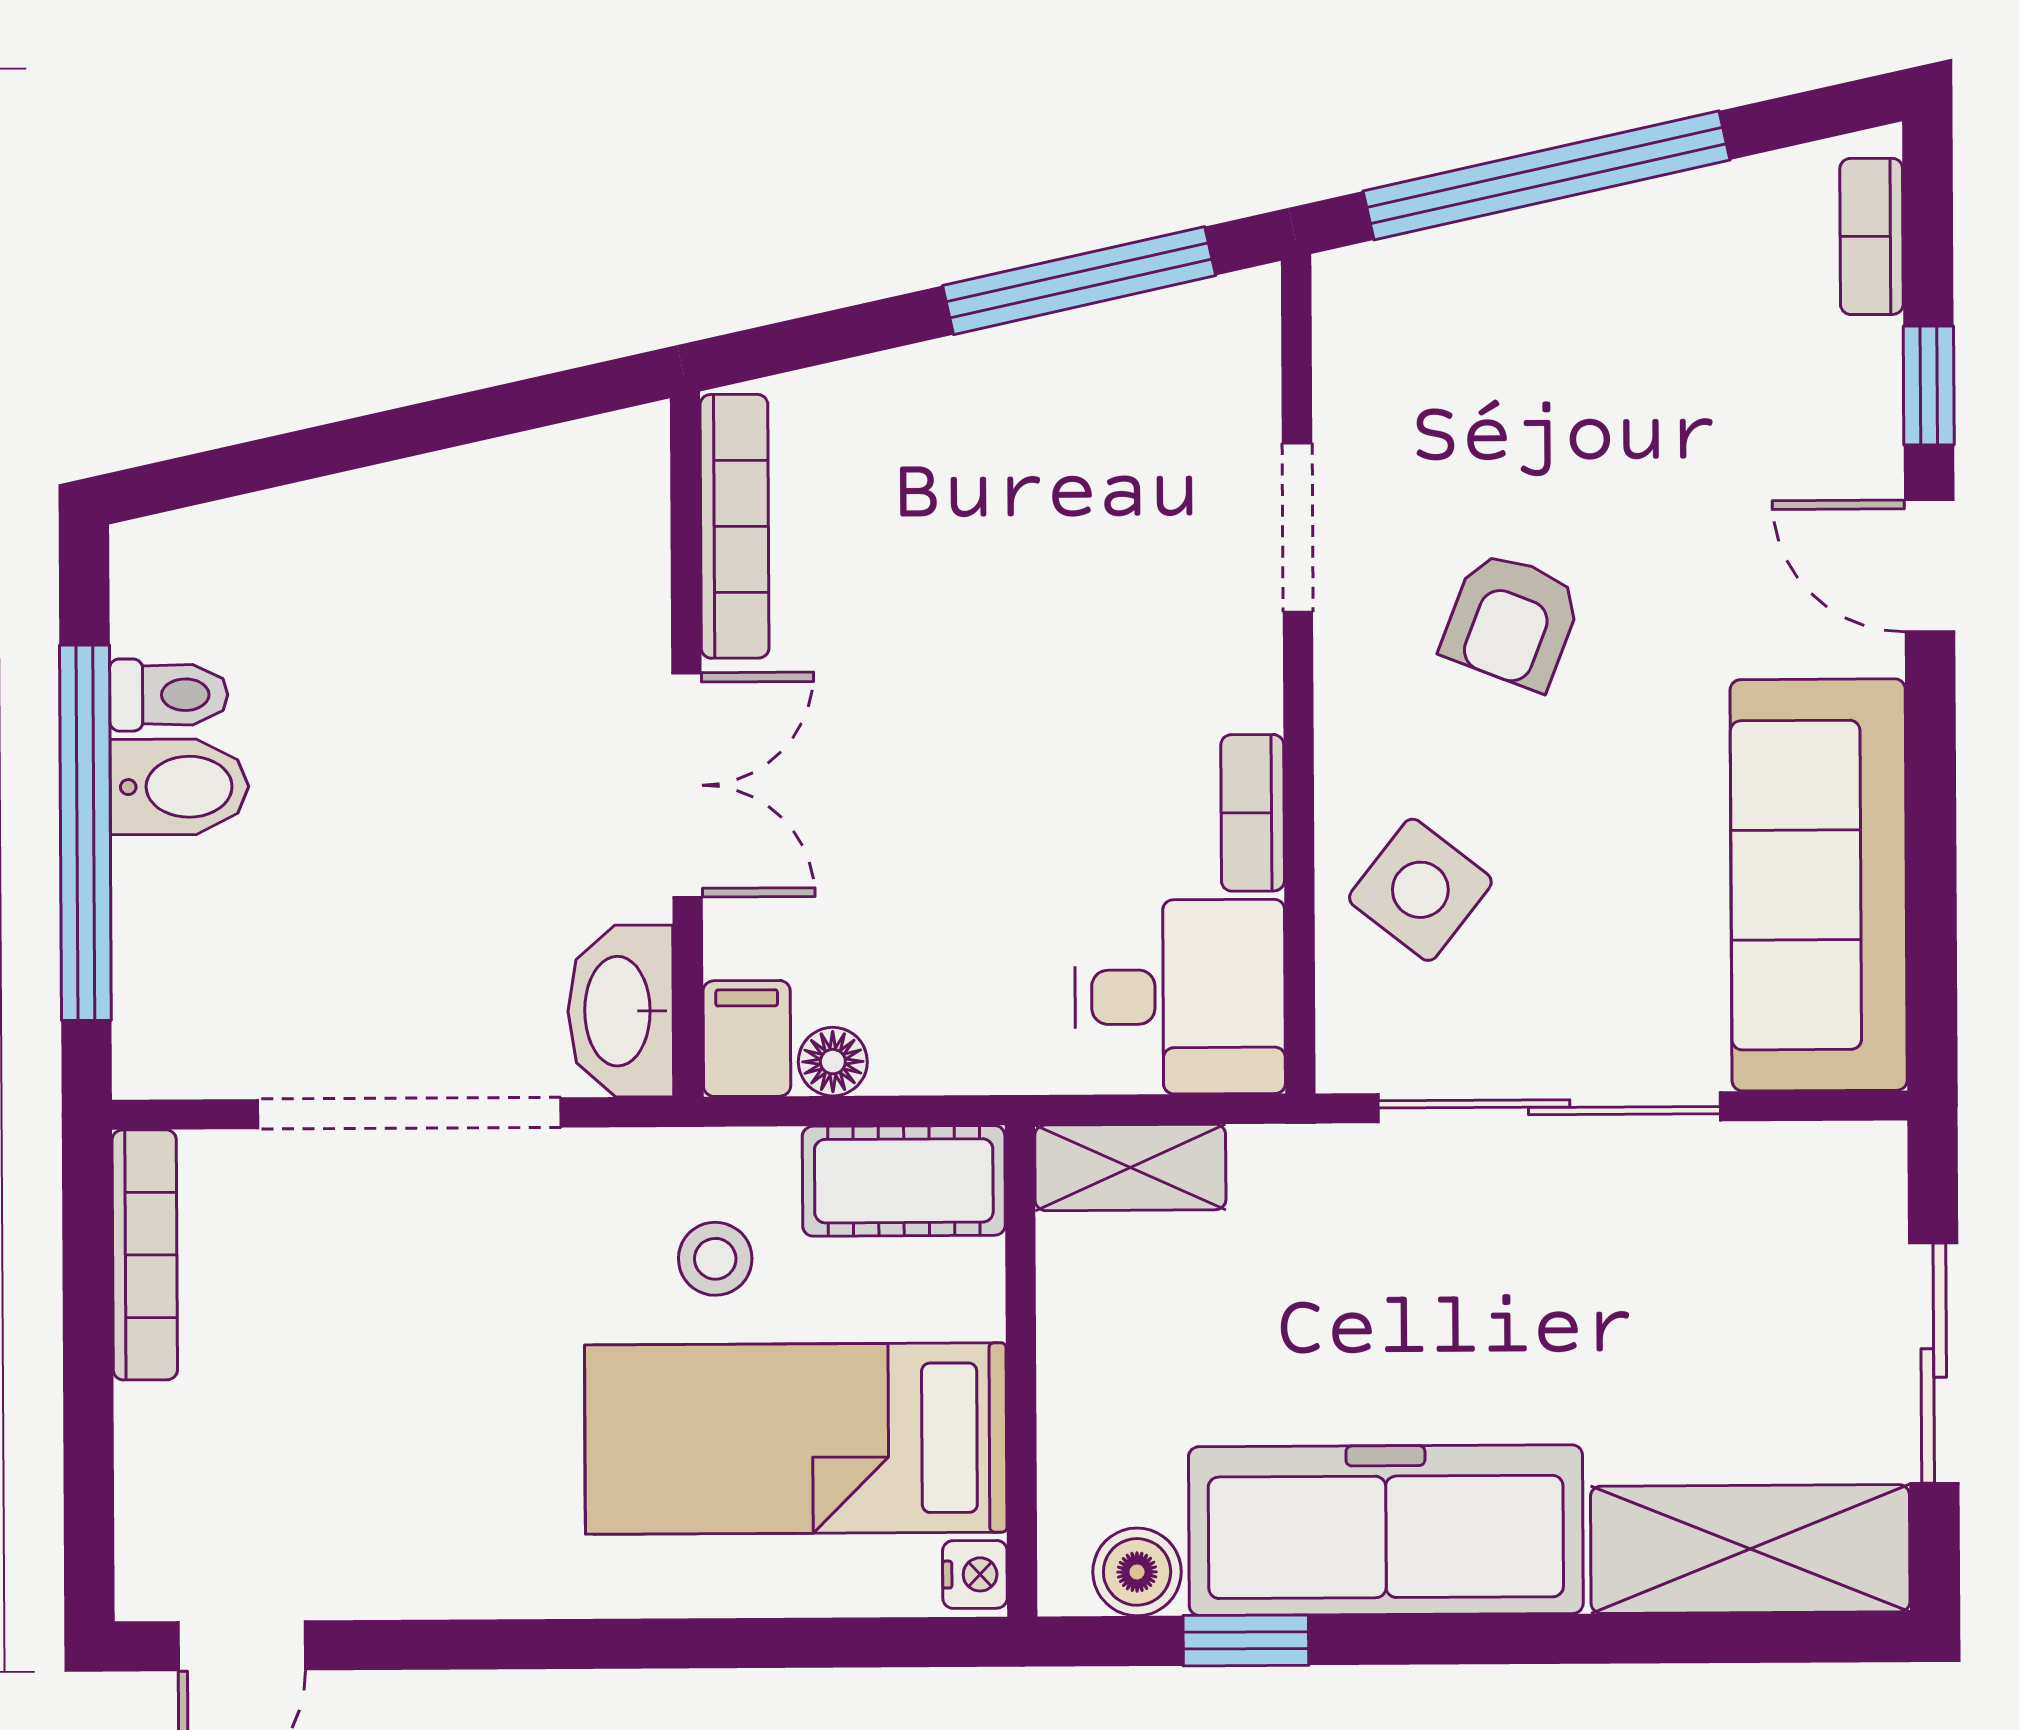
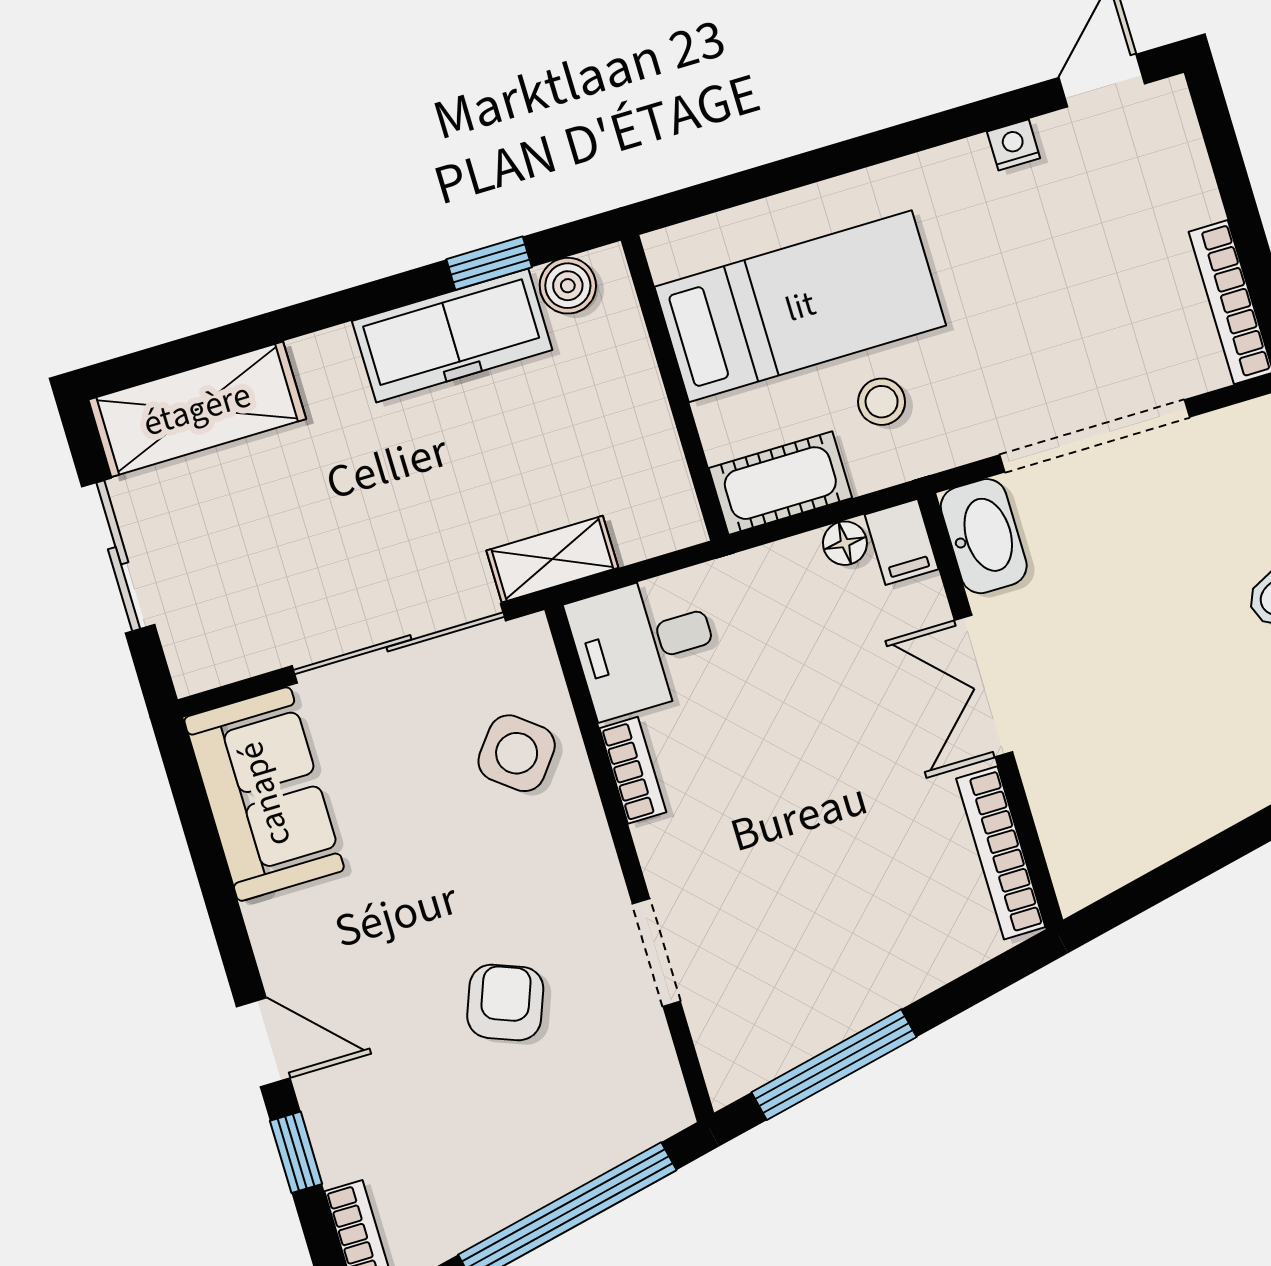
armchair: (1511, 620) -> (505, 1002), moved
sofa: (1819, 885) -> (264, 794), width x0.73
shelving: (1130, 1167) -> (552, 559), moved
freezer: (1386, 1530) -> (452, 335), width x0.73, depth x0.79
nightstand: (975, 1574) -> (1014, 145), moved, turned 90

